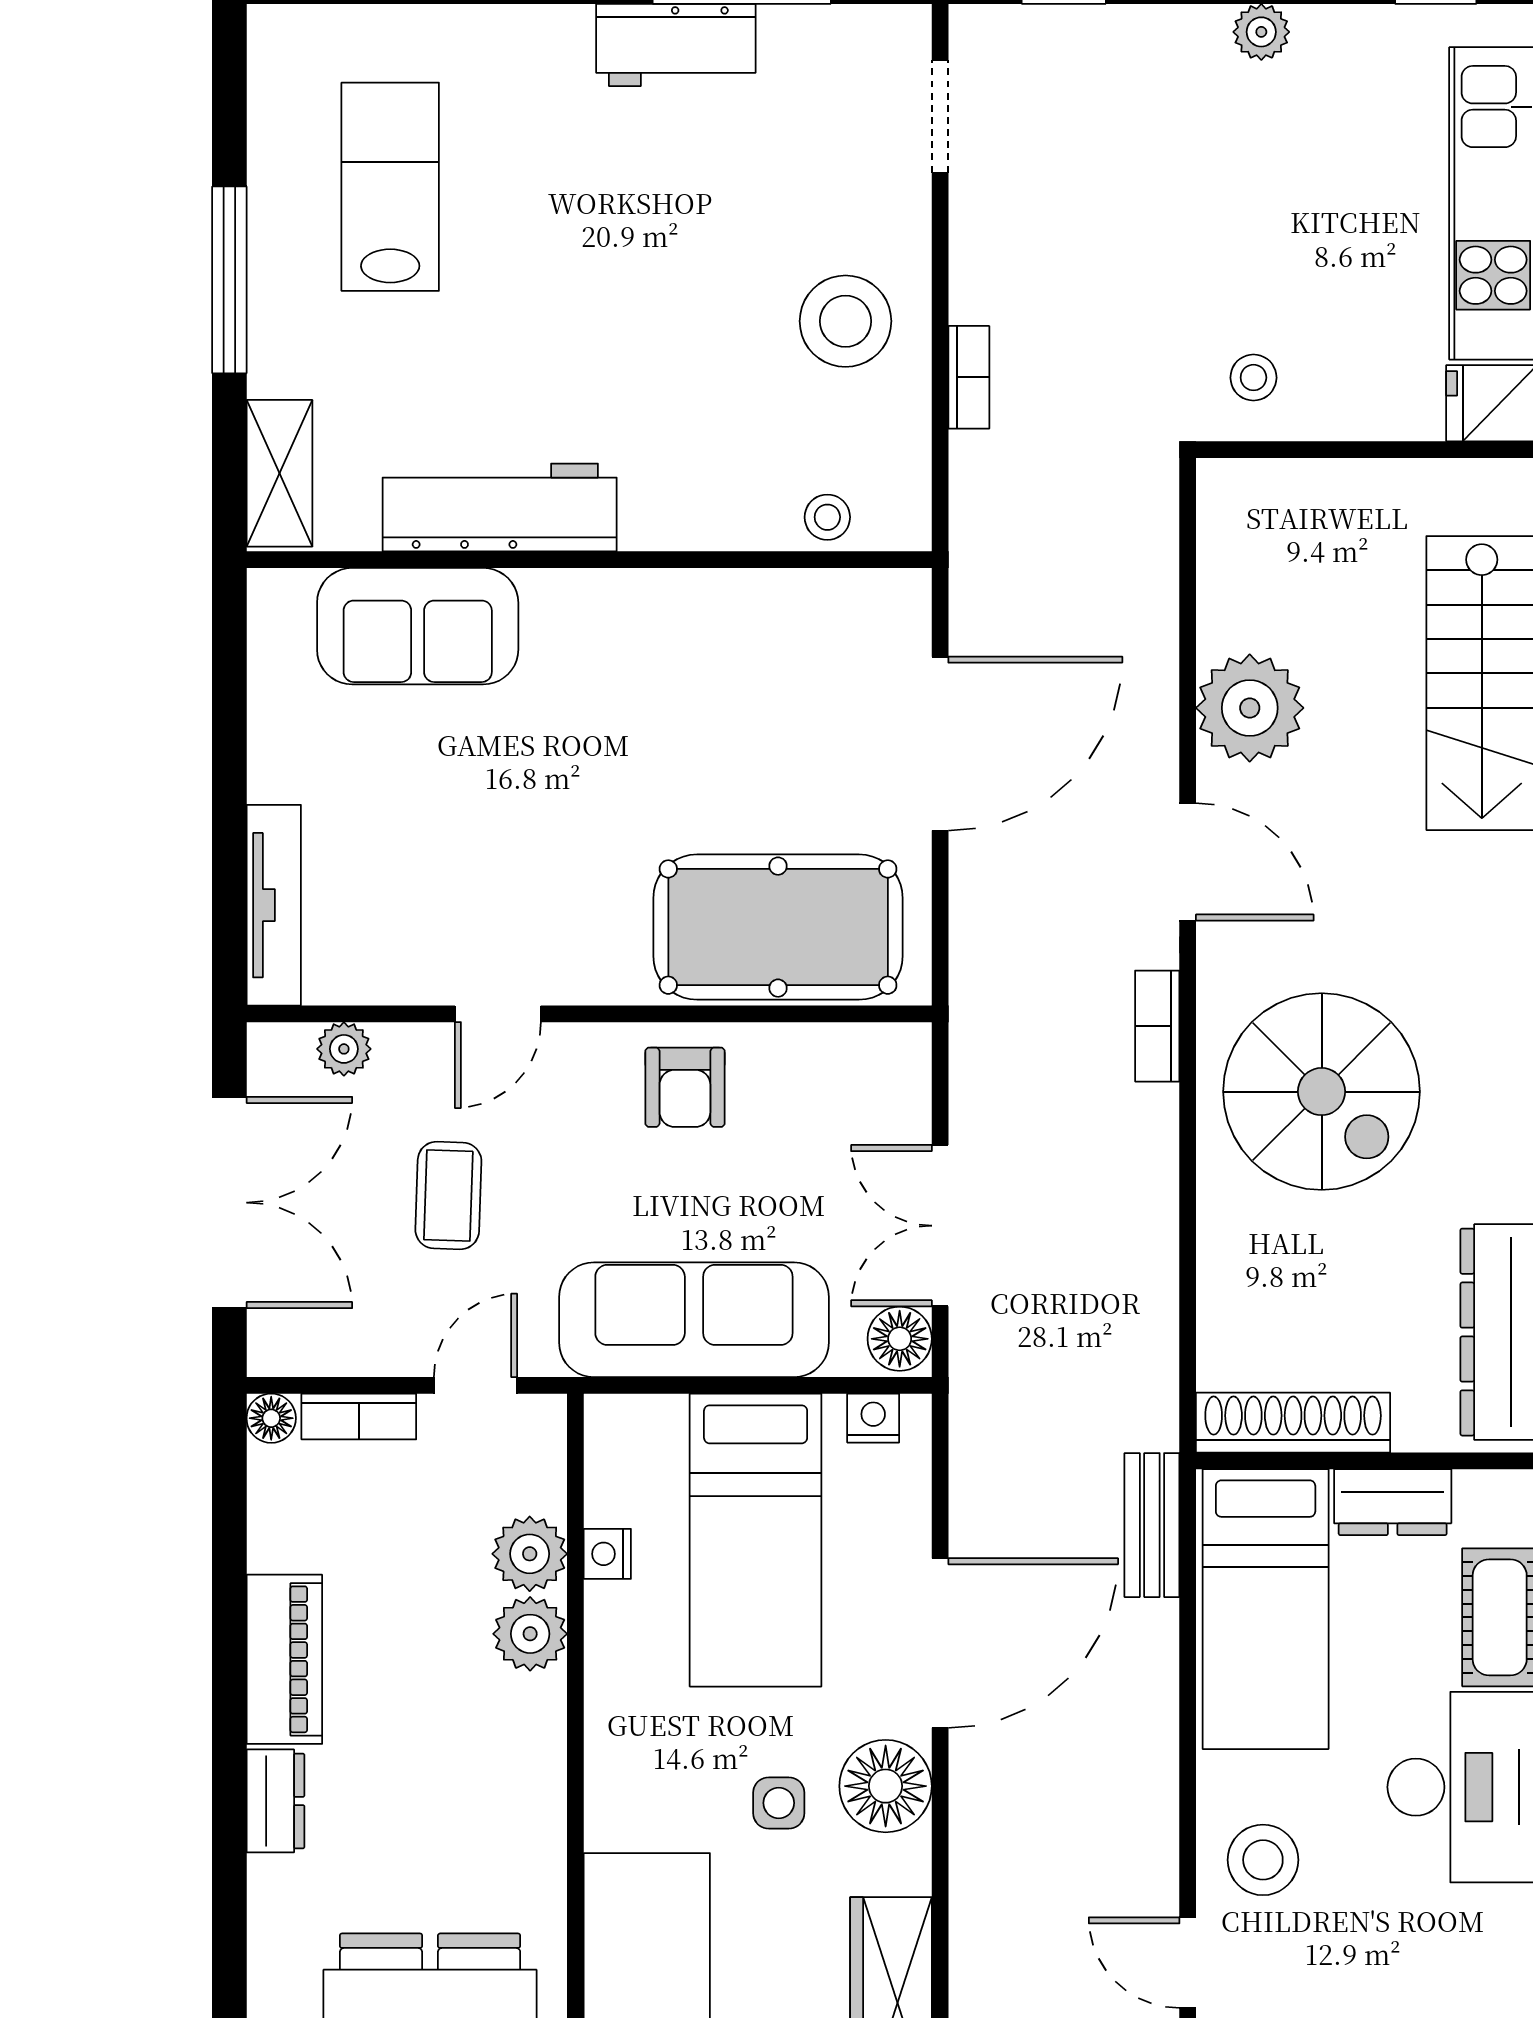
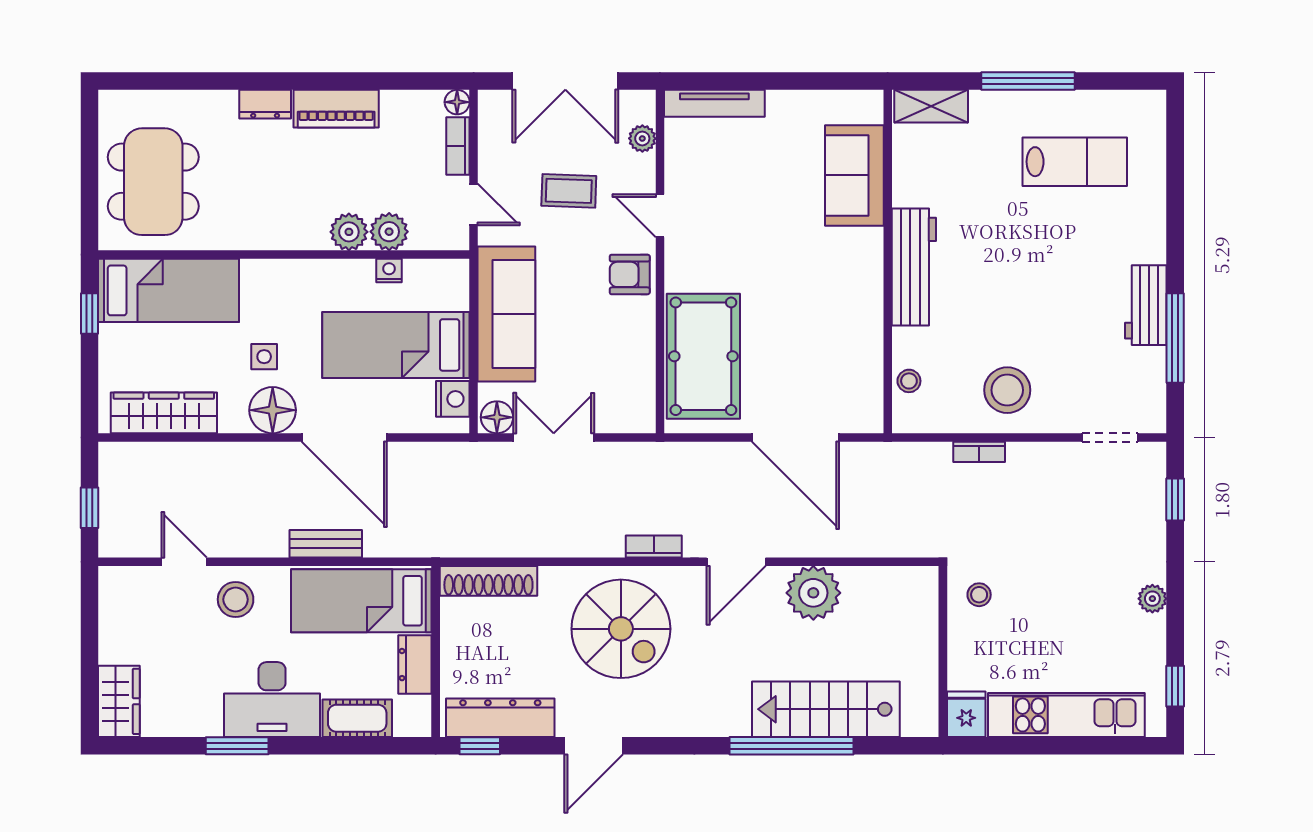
workbench: (500, 507) -> (914, 267), moved
armchair: (685, 1087) -> (630, 274), moved
spiral stairs: (1322, 1092) -> (621, 629), turned -90
nightstand: (873, 1418) -> (453, 399), width x1.39, depth x1.35
shoe rack: (1293, 1423) -> (488, 581), moved, turned 90
bench: (1152, 1525) -> (326, 544), moved
door: (1188, 1963) -> (184, 562), hinge flipped

